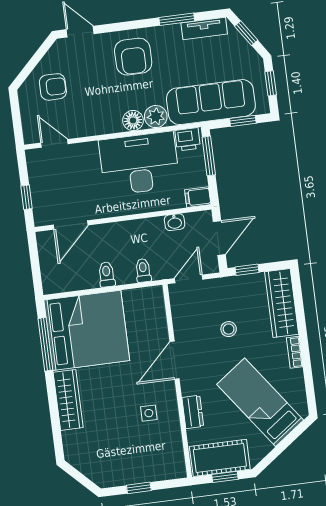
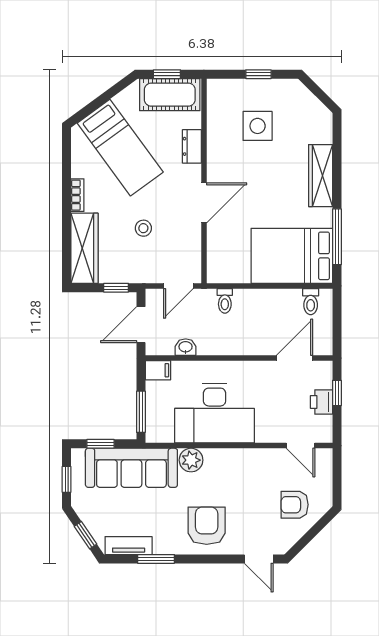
floor lamp: (133, 120) -> (215, 459), removed
printer: (188, 139) -> (321, 402), moved, turned -90
toilet: (107, 274) -> (311, 302), moved
bed: (87, 330) -> (292, 256), width x0.73
side table: (149, 413) -> (258, 126), moved, width x1.87, depth x1.87

